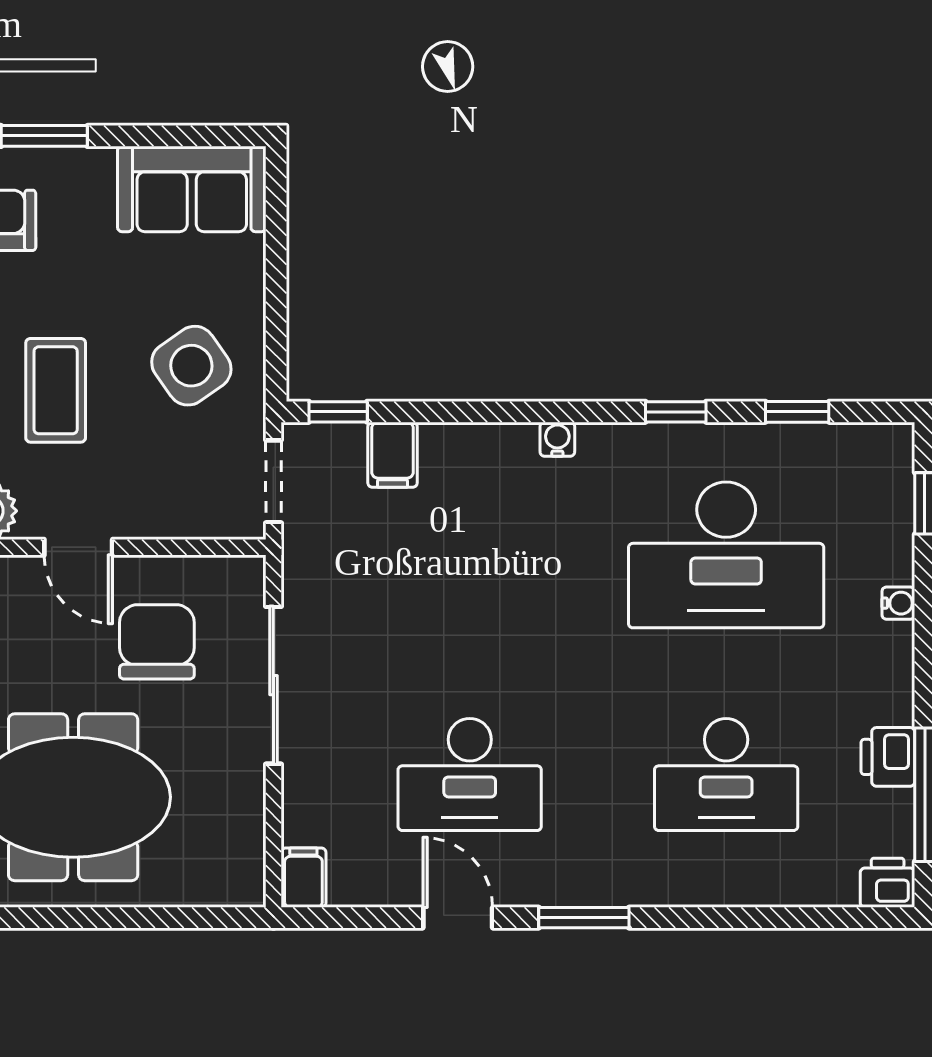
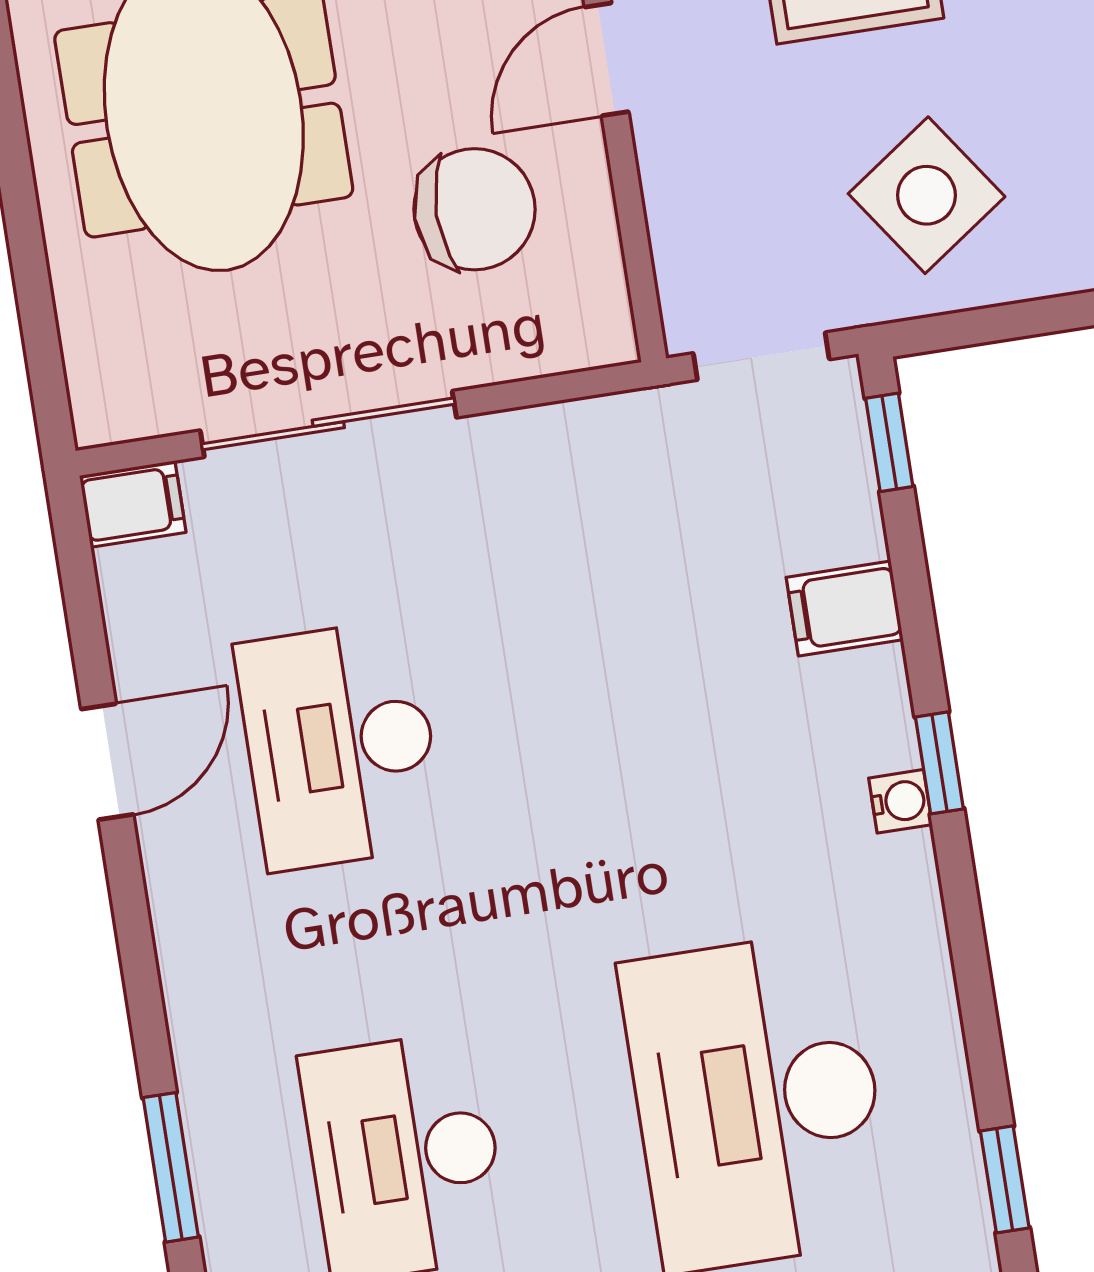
window: (676, 412) -> (939, 763), moved
filing cabinet: (393, 455) -> (845, 608), moved
sliding door: (273, 685) -> (328, 424), moved
window: (584, 918) -> (171, 1167), moved

